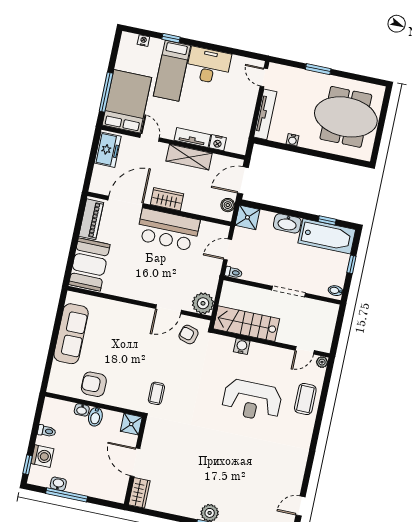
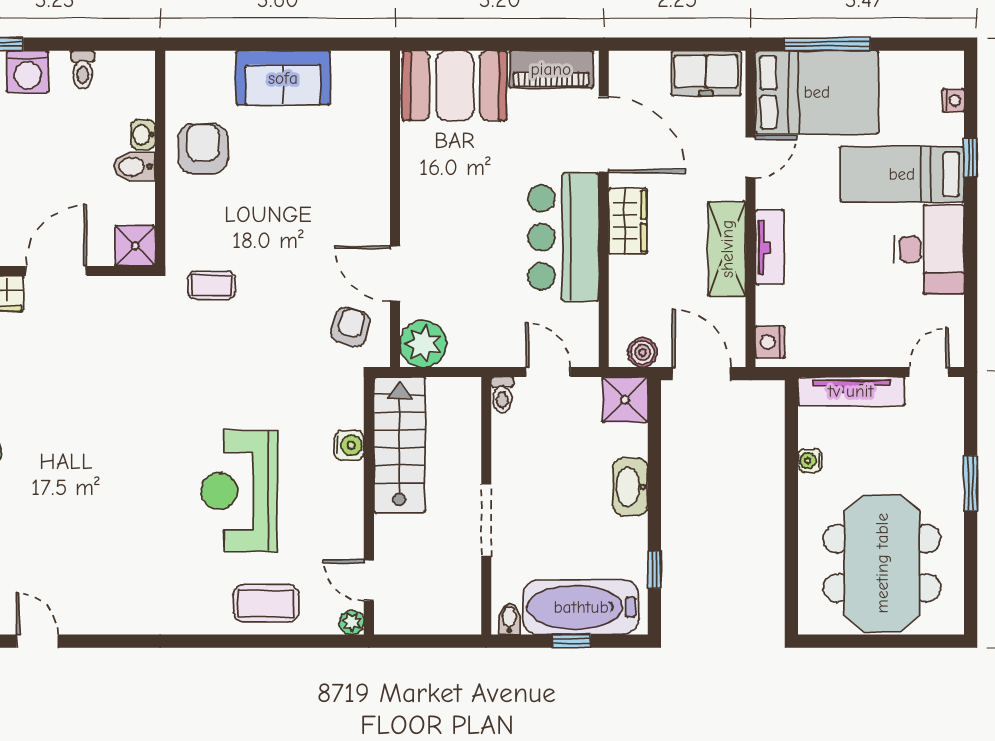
nightstand: (218, 143) -> (770, 342), moved
bathtub: (327, 236) -> (581, 607), moved, turned 90
sofa: (71, 334) -> (283, 78), width x0.73

